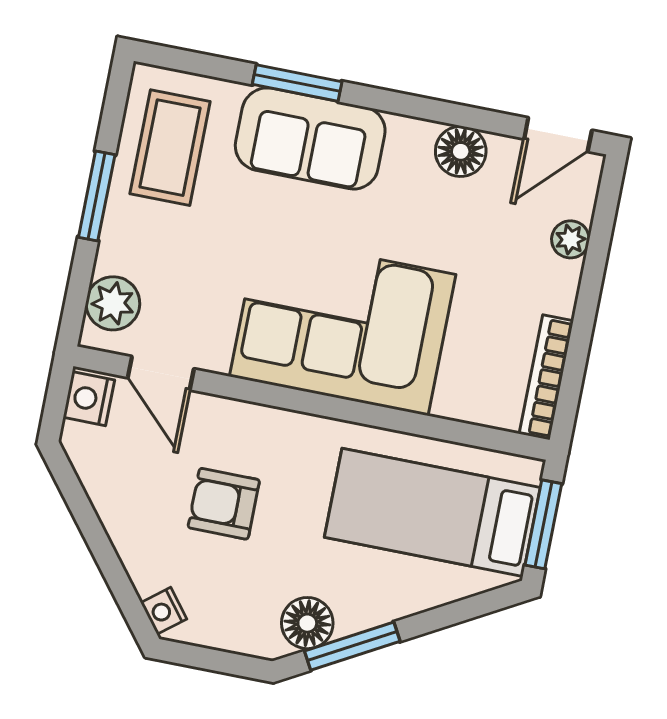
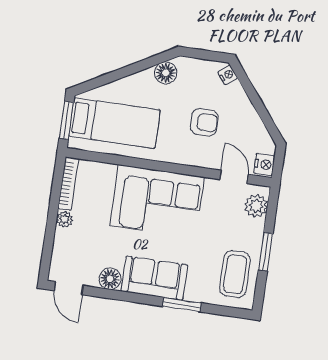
door: (558, 135) -> (69, 288), swing flipped
sofa: (310, 138) -> (154, 278), moved
plant: (570, 239) -> (64, 219), moved
window: (352, 646) -> (146, 64), removed

